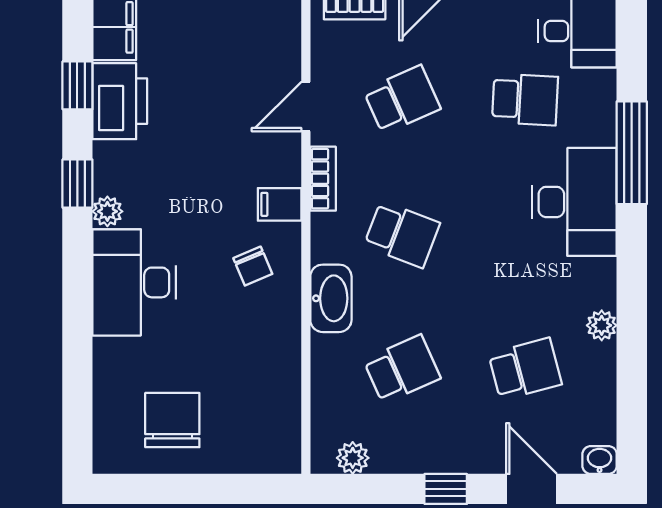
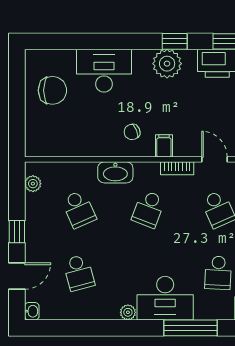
plant: (107, 211) -> (167, 64), width x1.88, depth x1.88
desk: (134, 282) -> (104, 71), moved
plant: (602, 325) -> (128, 312), moved

